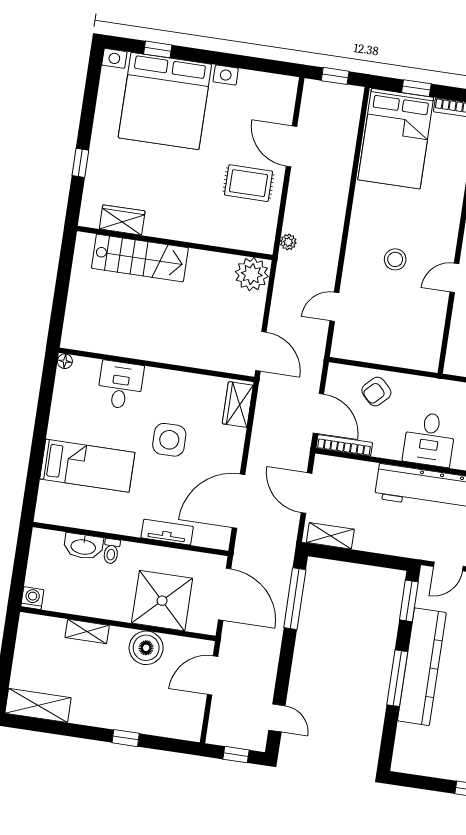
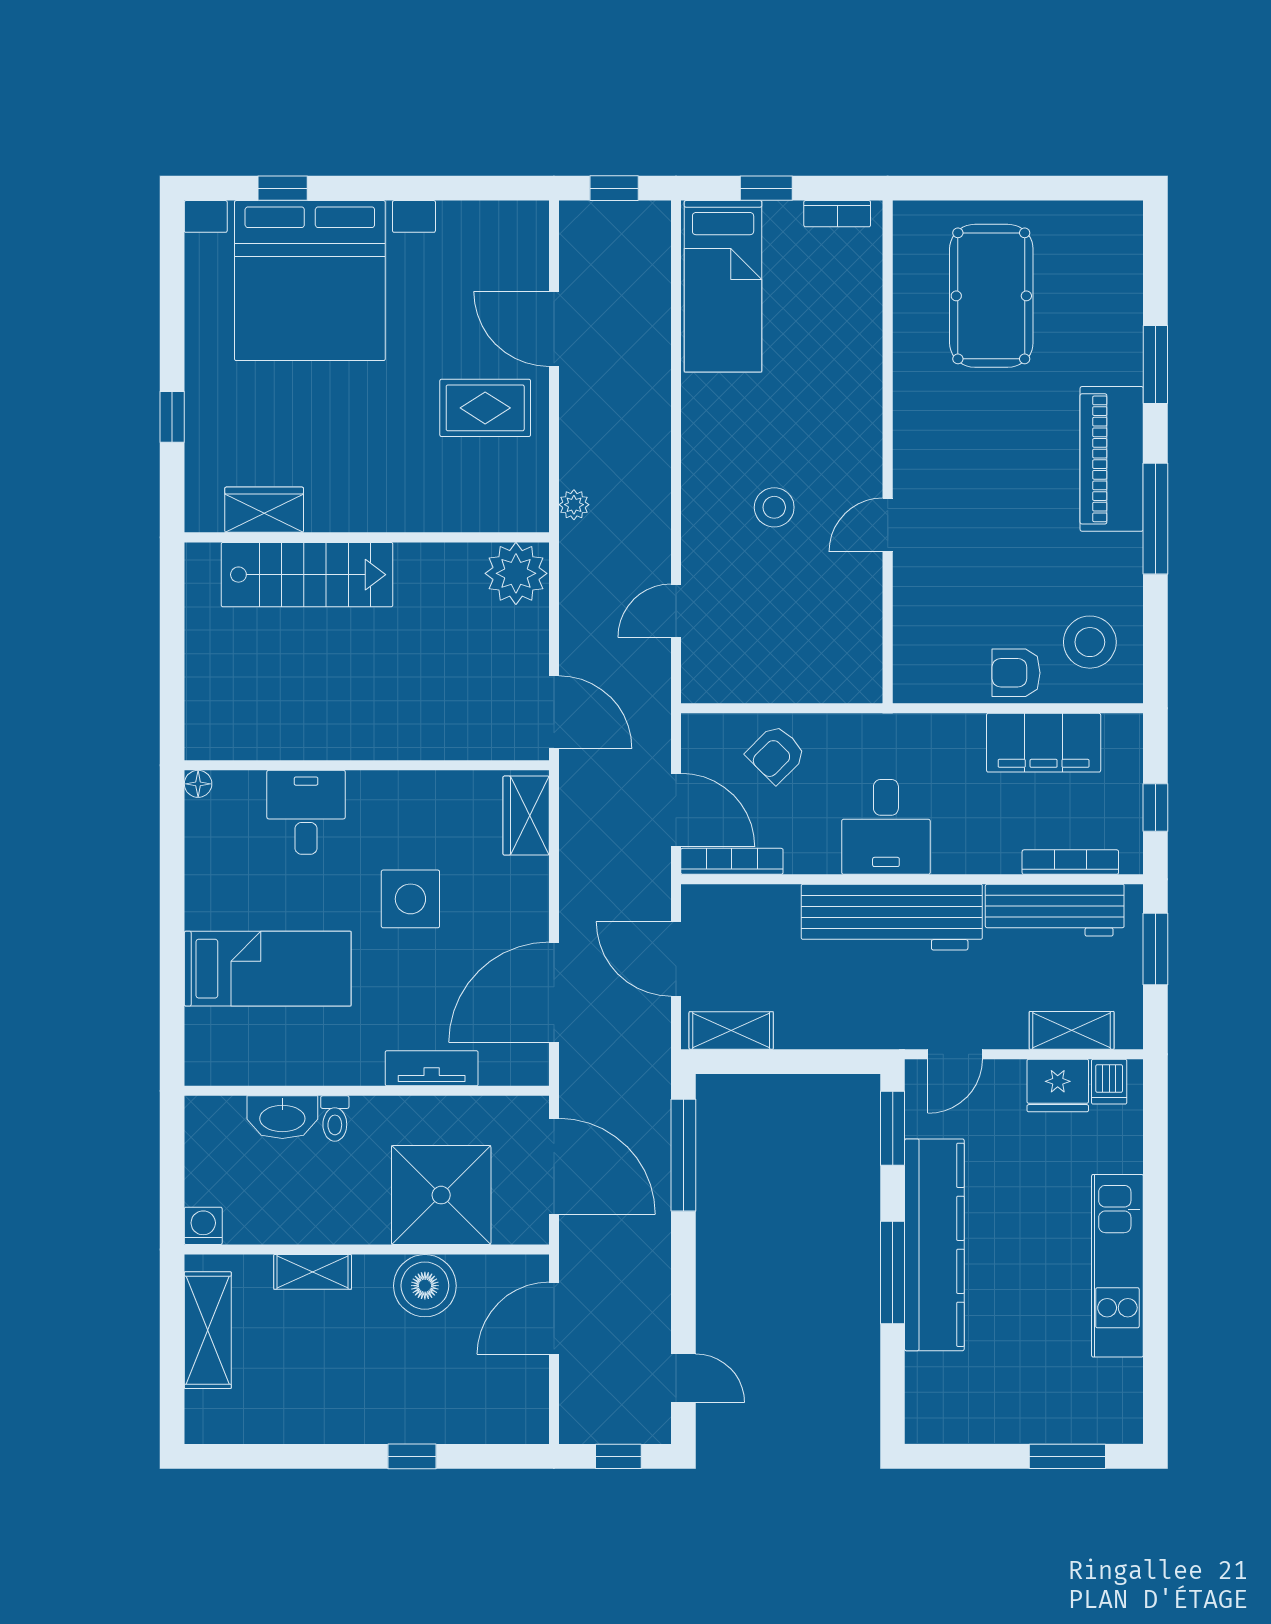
bed: (396, 139) -> (723, 286), width x0.67
shelving: (38, 705) -> (208, 1330), moved, turned 90

